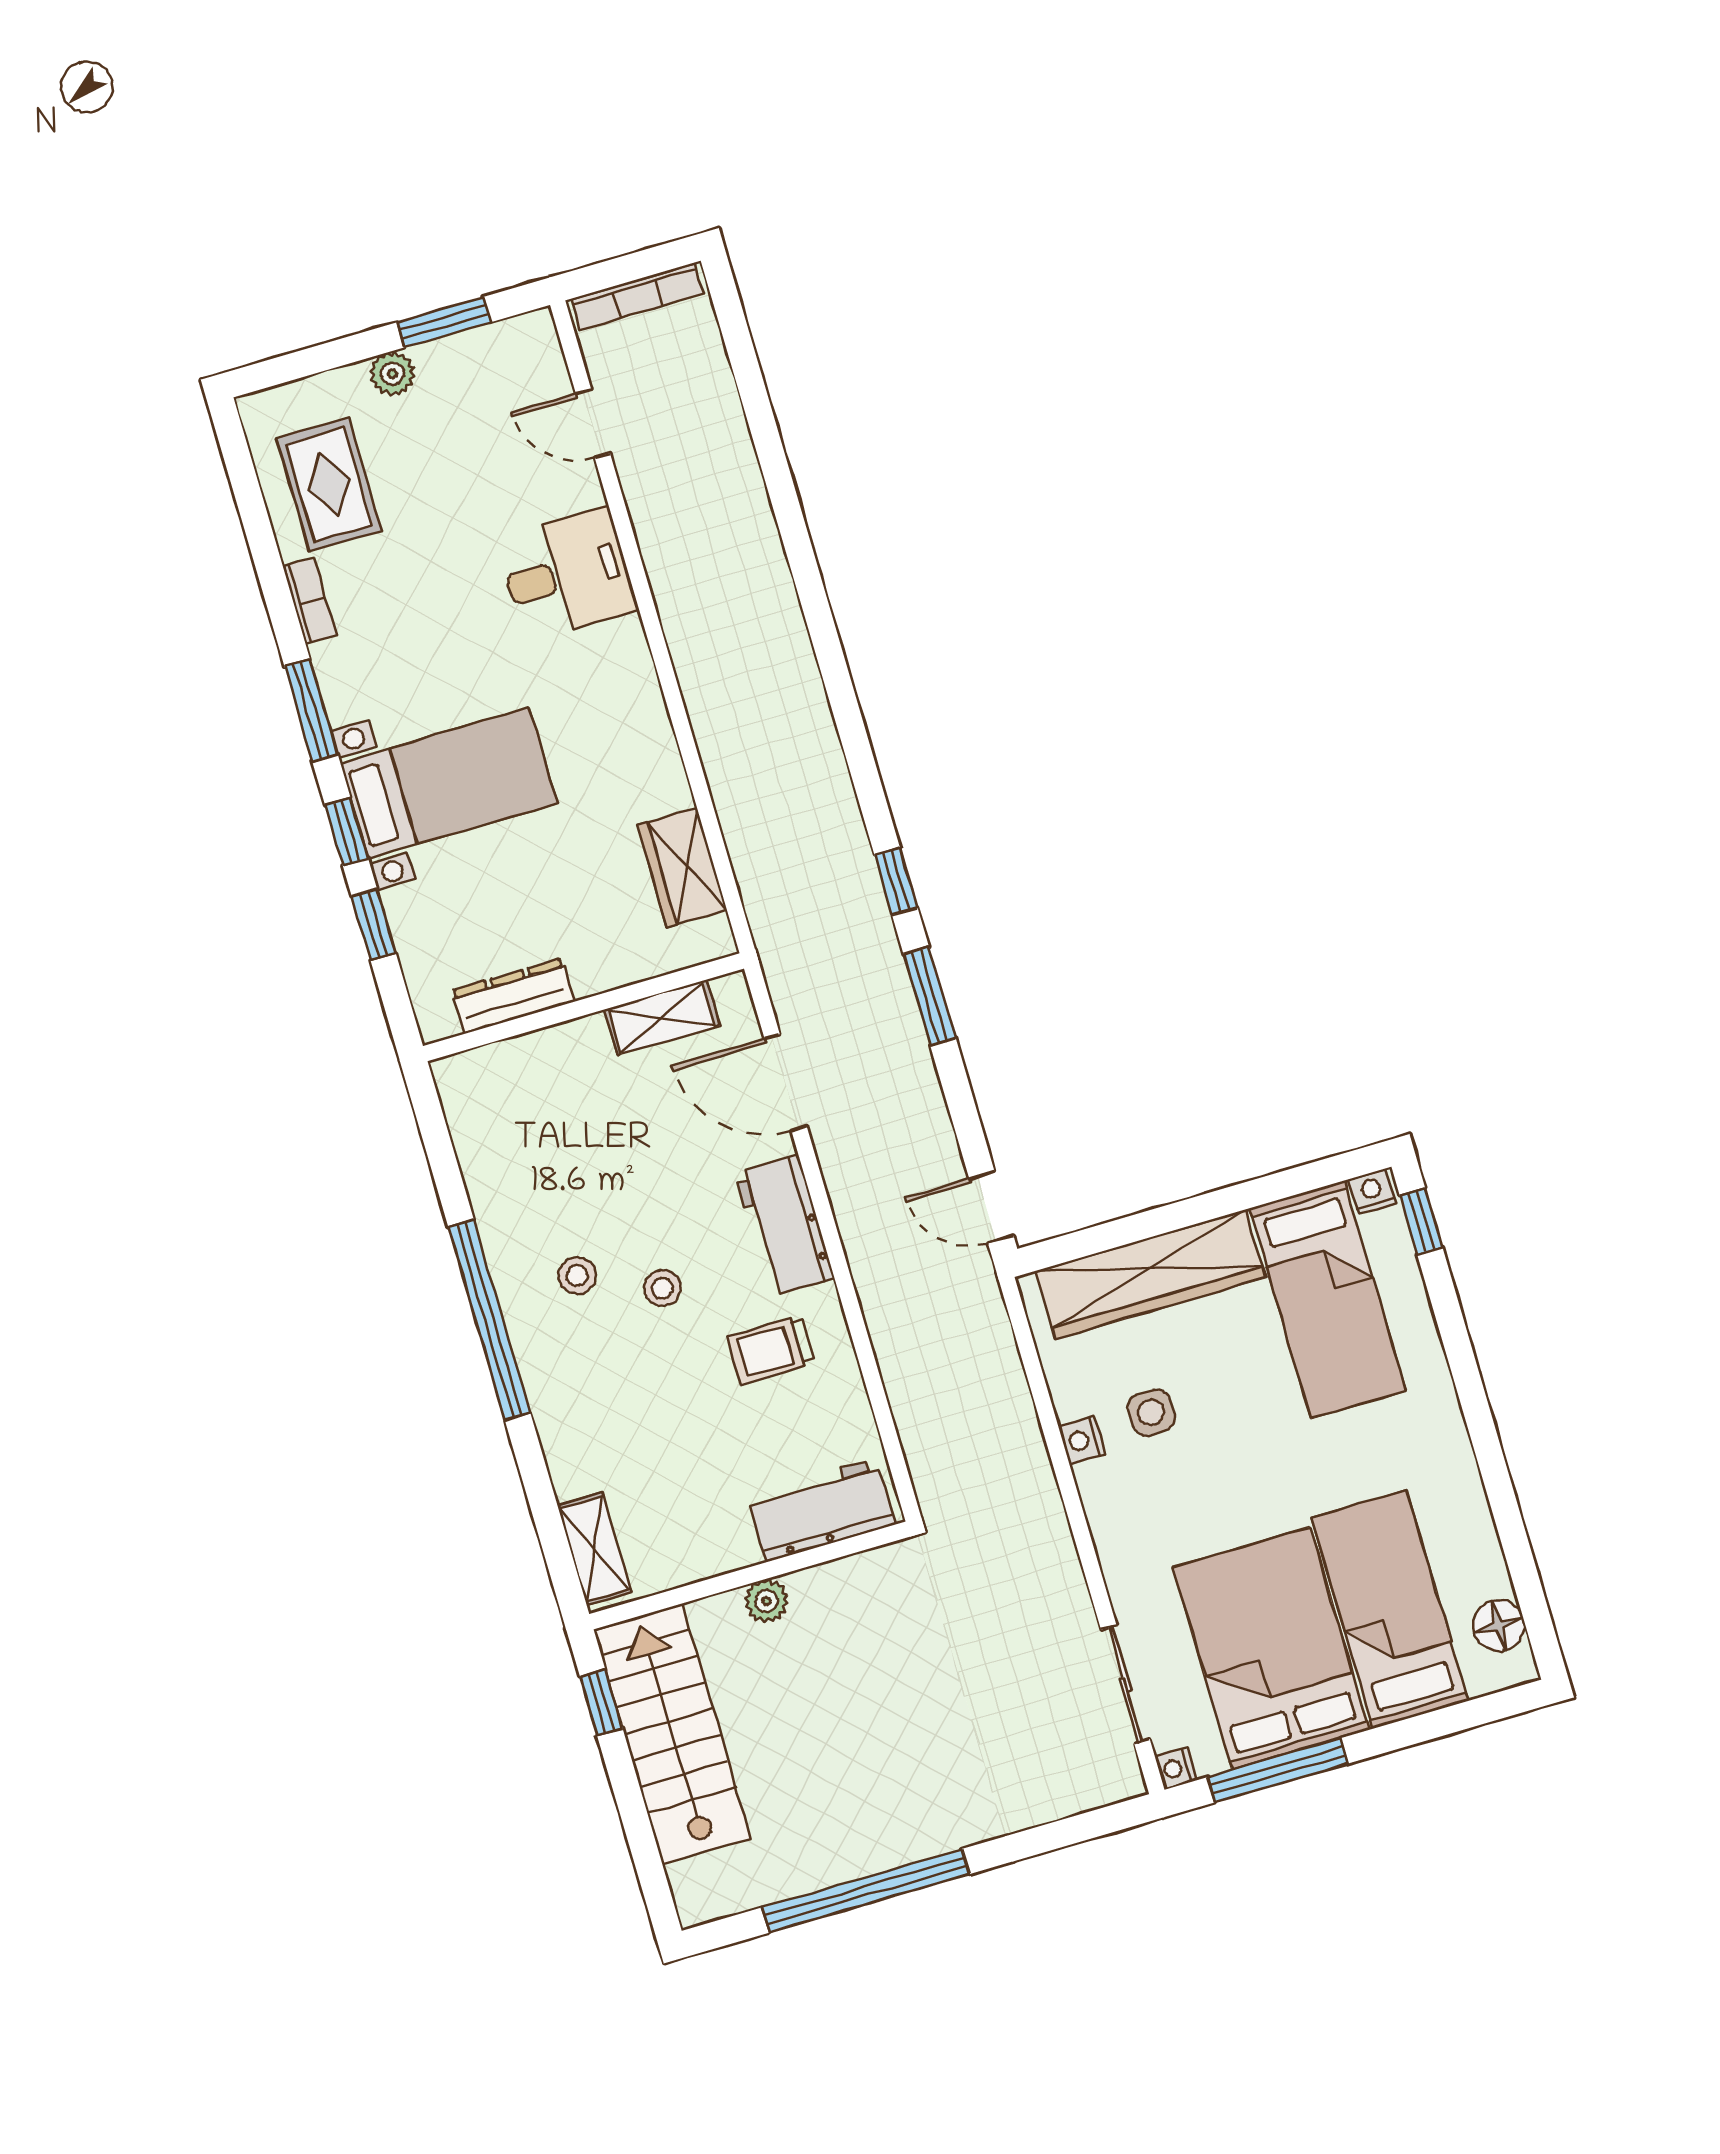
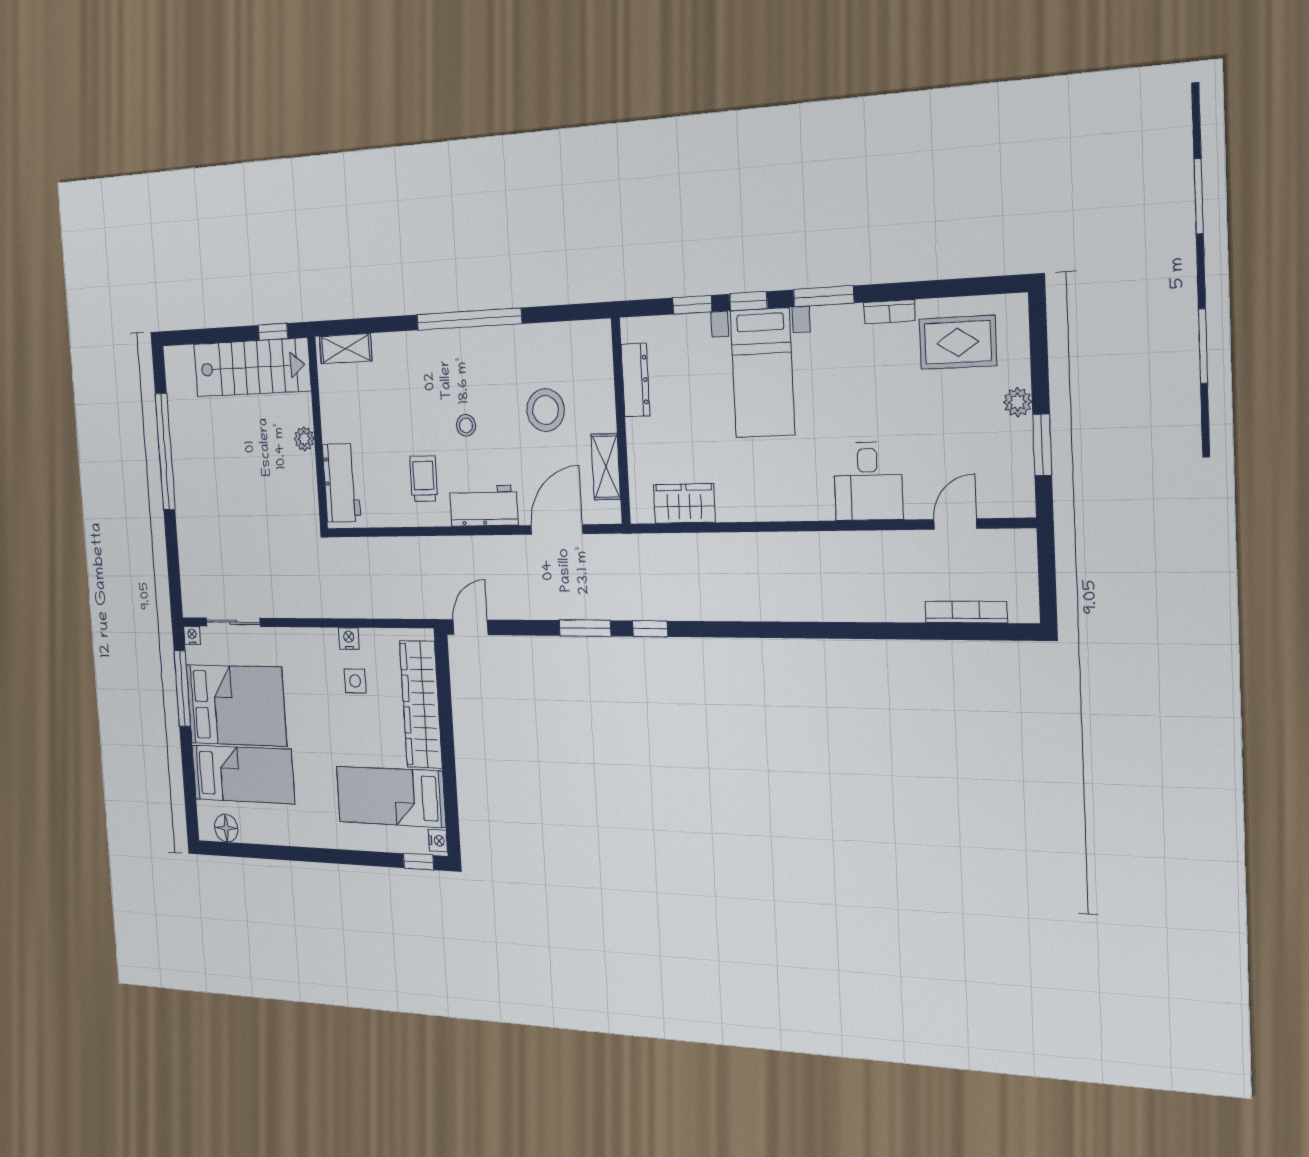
bookcase: (637, 296) -> (966, 612), moved, turned 90
stool: (577, 1276) -> (545, 410), moved, width x1.89, depth x1.89

